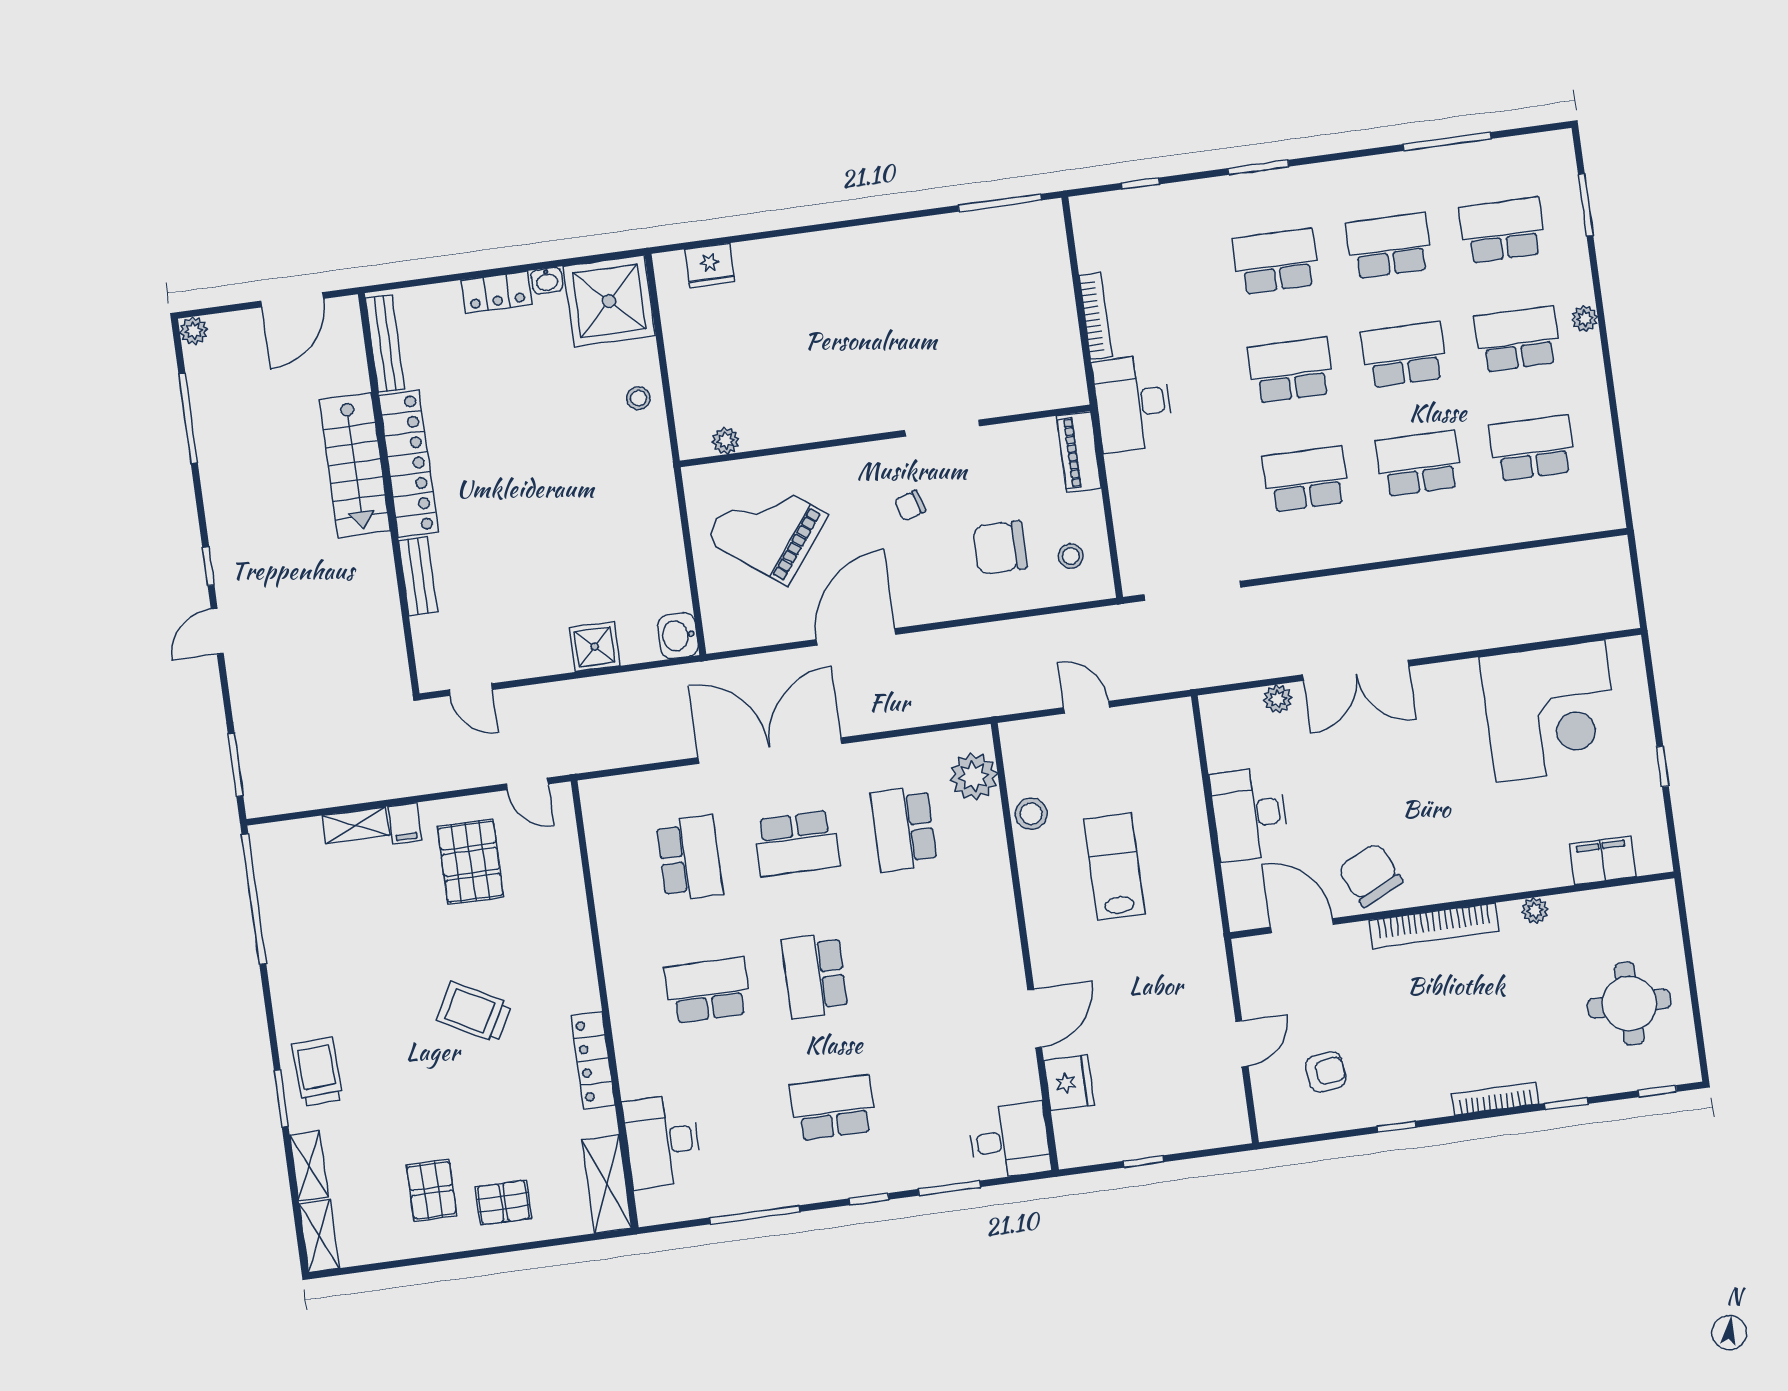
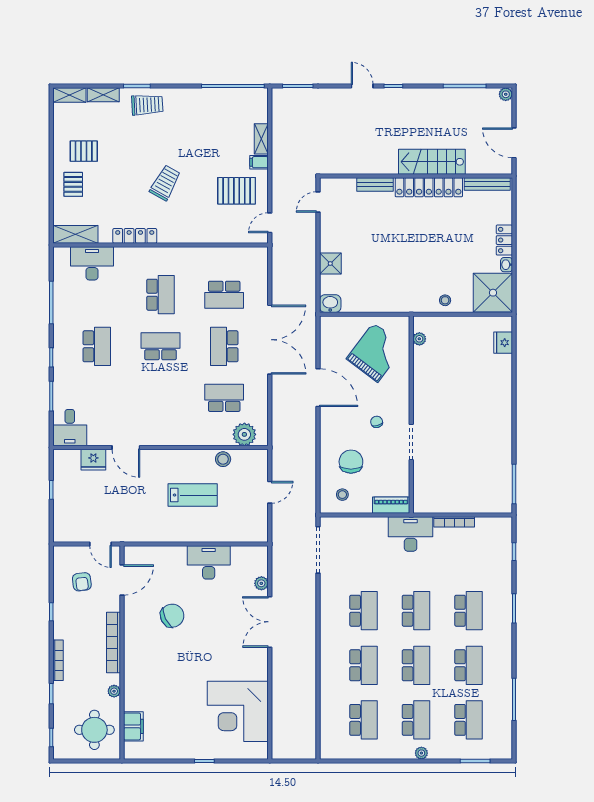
filing cabinet: (1603, 860) -> (133, 726), moved
wall: (1452, 905) -> (122, 652), moved
plant: (1535, 910) -> (114, 691), moved
door: (1302, 926) -> (122, 580), moved
bookcase: (1434, 926) -> (113, 642), moved

